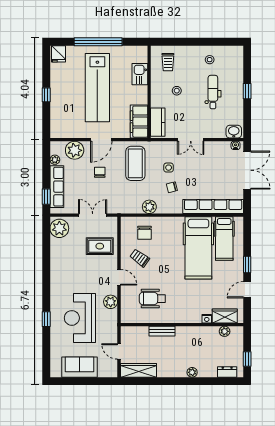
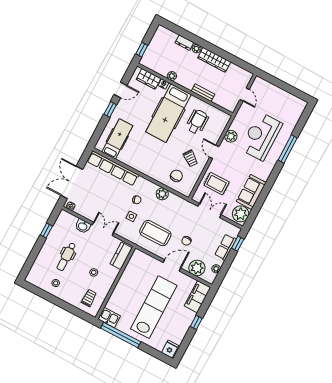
window: (98, 42) -> (121, 335), moved
kitchen sink: (140, 74) -> (109, 317), moved, turned -90
window: (247, 91) -> (46, 231), moved
filing cabinet: (139, 122) -> (198, 297), moved, turned 180
washbasin: (234, 132) -> (83, 226), moved
coffee table: (135, 163) -> (155, 233), turned 90
row of seats: (57, 187) -> (225, 247), width x0.68
double door: (93, 215) -> (210, 211), swing flipped
hospital bed: (198, 248) -> (168, 113), moved, turned 180
wheelchair: (152, 299) -> (197, 122), turned -90
reception desk: (80, 318) -> (261, 136), turned 180
window: (46, 319) -> (288, 149), width x2.17
plant: (225, 331) -> (172, 76), moved
window: (247, 359) -> (142, 50), moved
sofa: (79, 367) -> (251, 192), moved, turned 90
wardrobe: (138, 370) -> (214, 60), moved
dresser: (227, 372) -> (184, 43), moved

